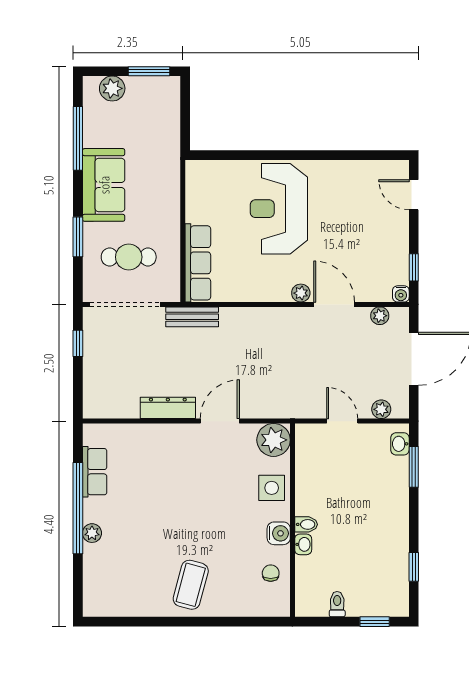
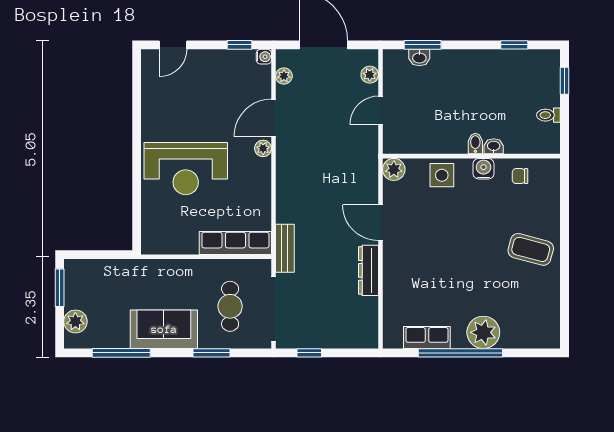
plant: (274, 440) -> (394, 169), width x0.73, depth x0.73
washbasin: (400, 444) -> (419, 58), moved
plant: (92, 533) -> (483, 332), width x1.87, depth x1.87

